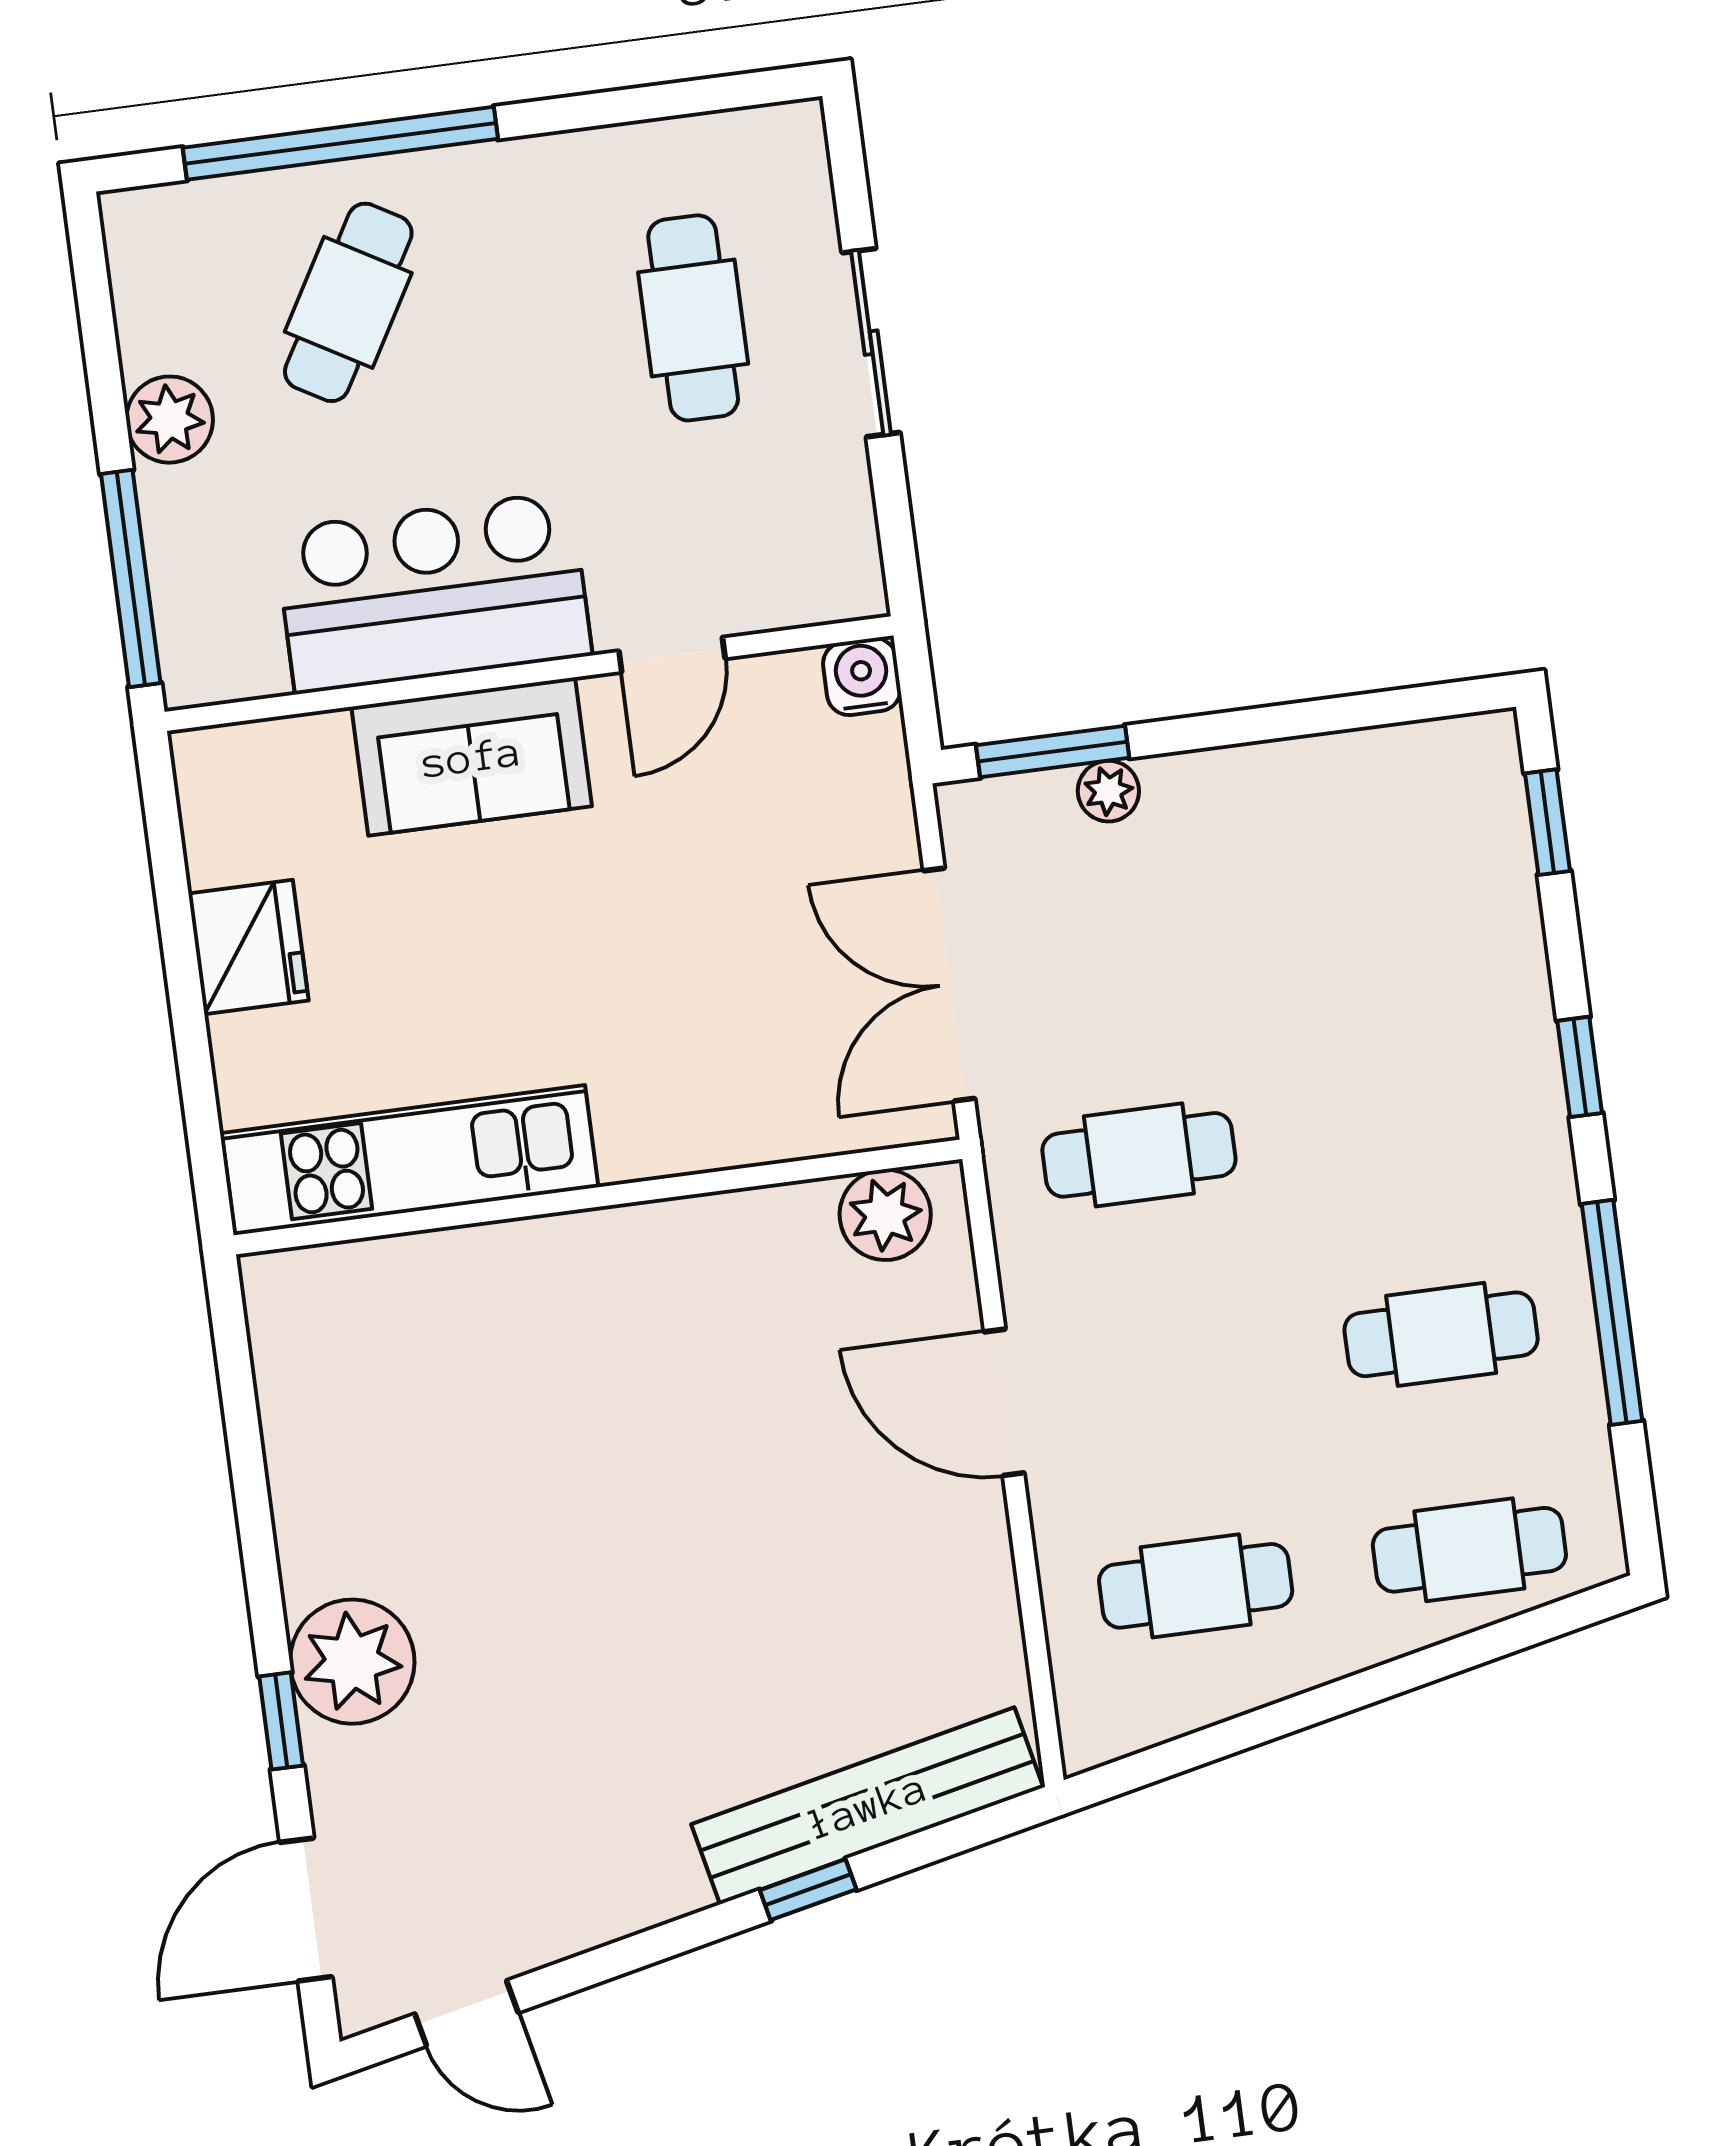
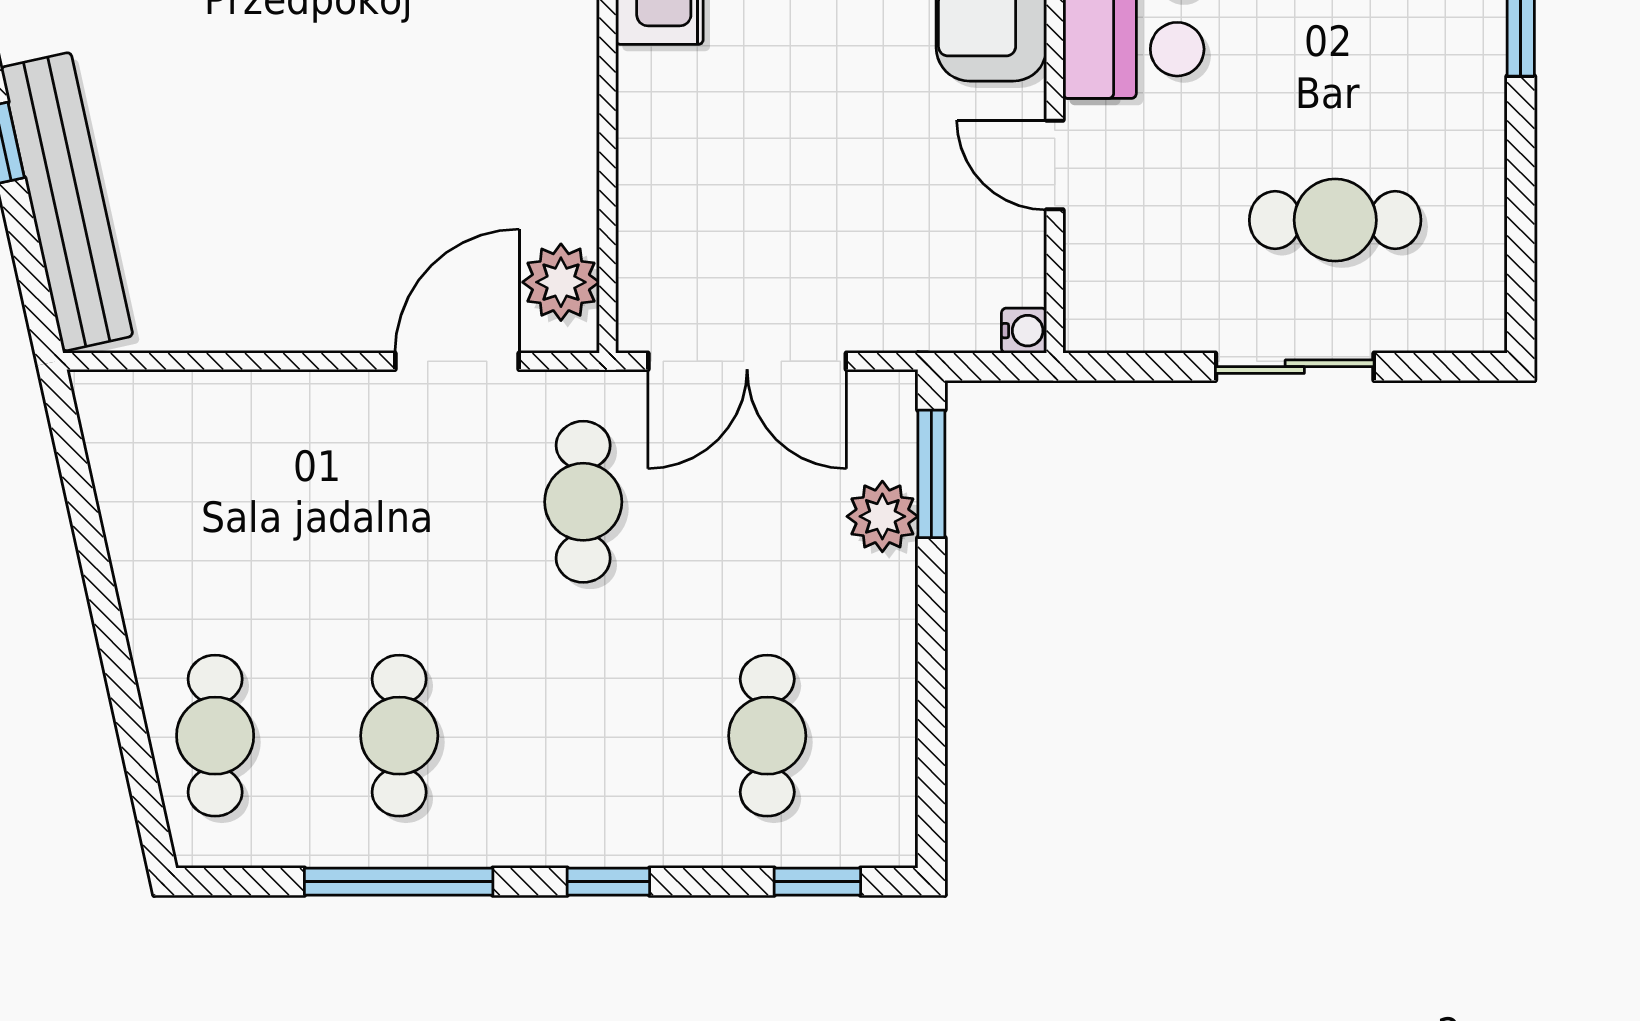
water cooler: (862, 677) -> (1024, 331), width x0.72, depth x0.72
plant: (1108, 791) -> (882, 516), width x1.38, depth x1.38
double door: (949, 985) -> (747, 361), swing flipped
door: (1004, 1402) -> (457, 361), moved
cafe table: (1196, 1586) -> (767, 736), moved

